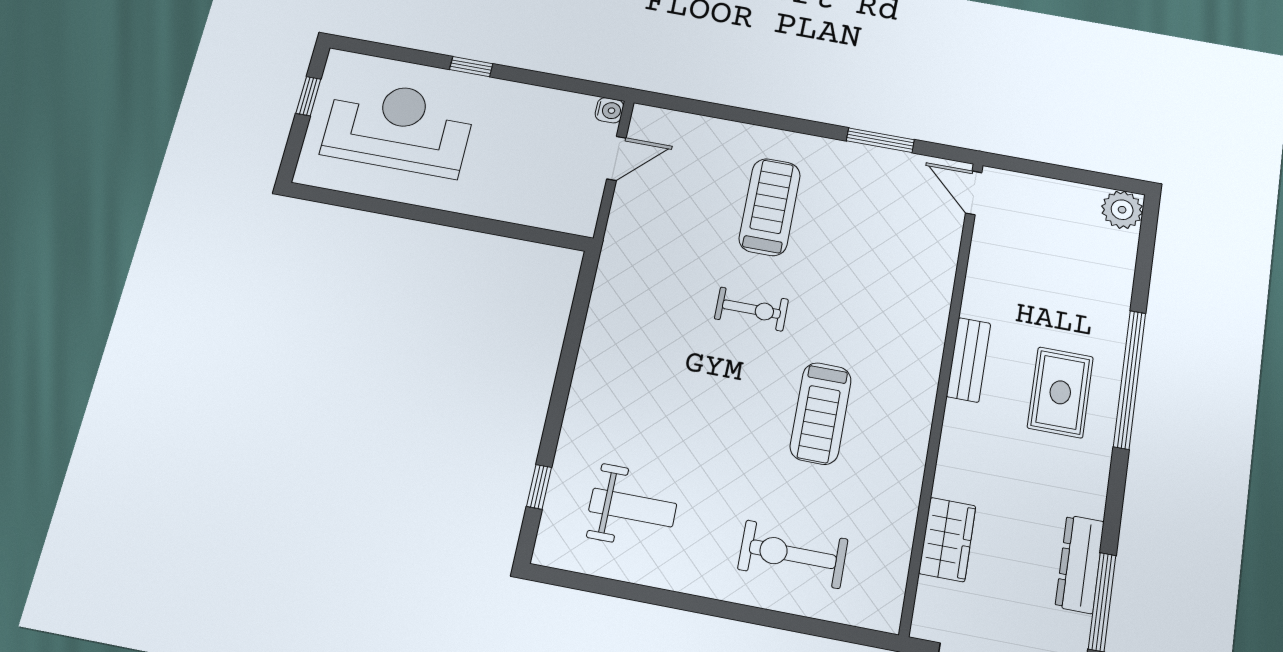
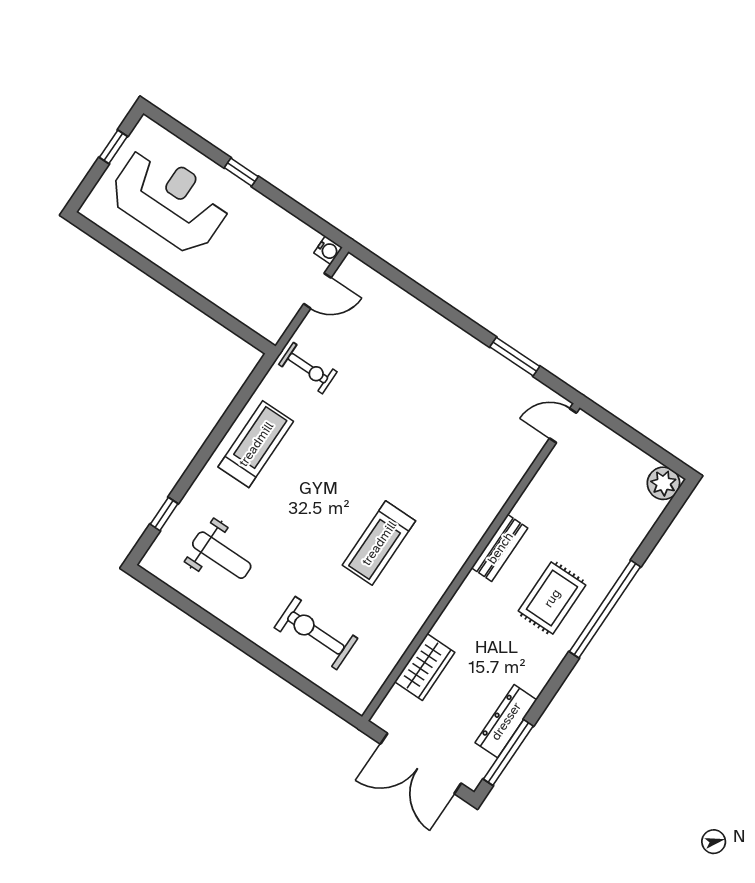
door: (974, 193) -> (563, 426), hinge flipped
treadmill: (770, 207) -> (256, 444), moved
exercise bike: (751, 309) -> (308, 368), moved

